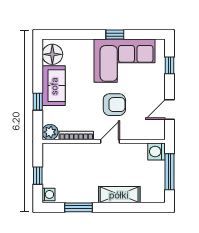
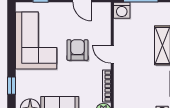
window: (115, 35) -> (12, 86), moved

